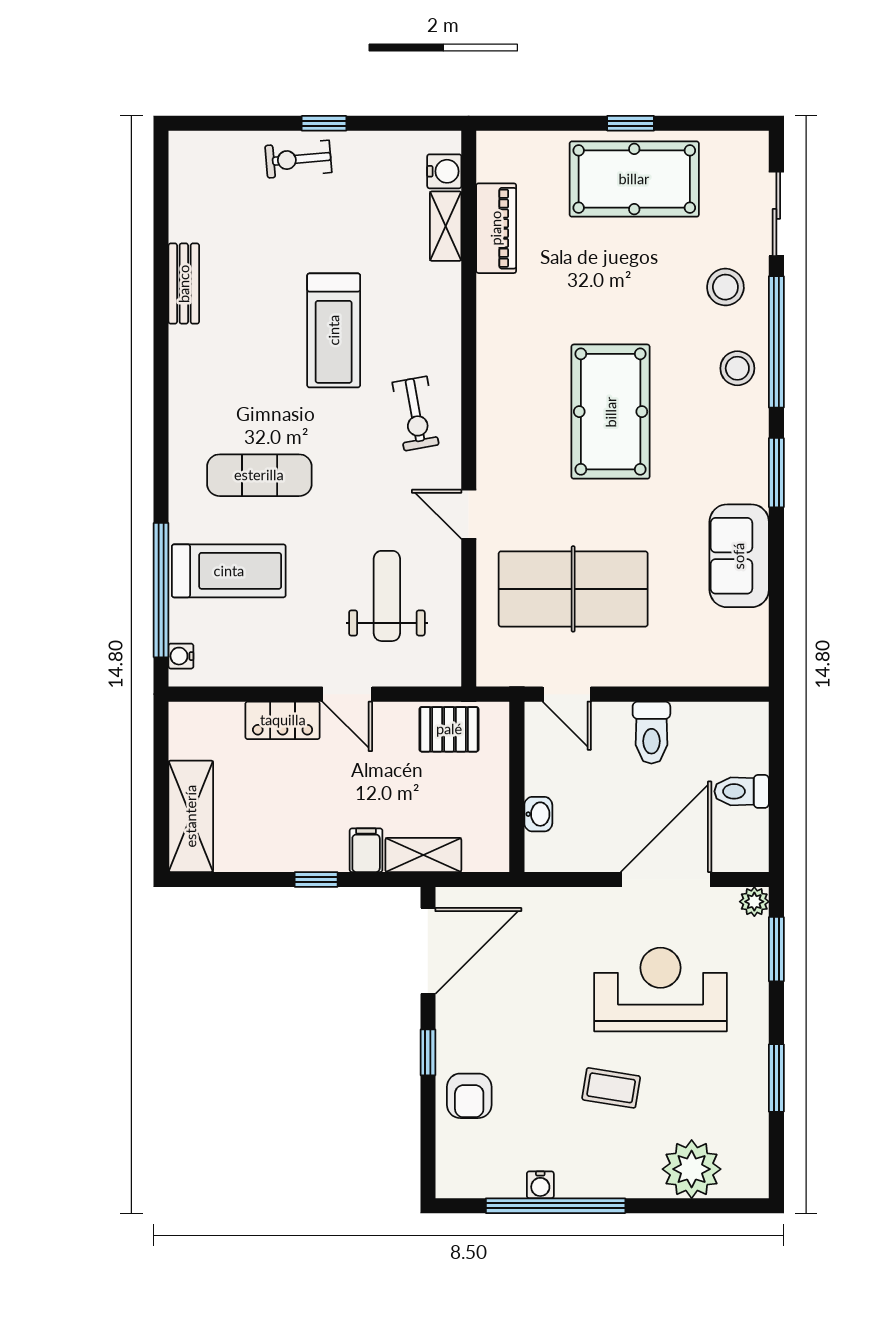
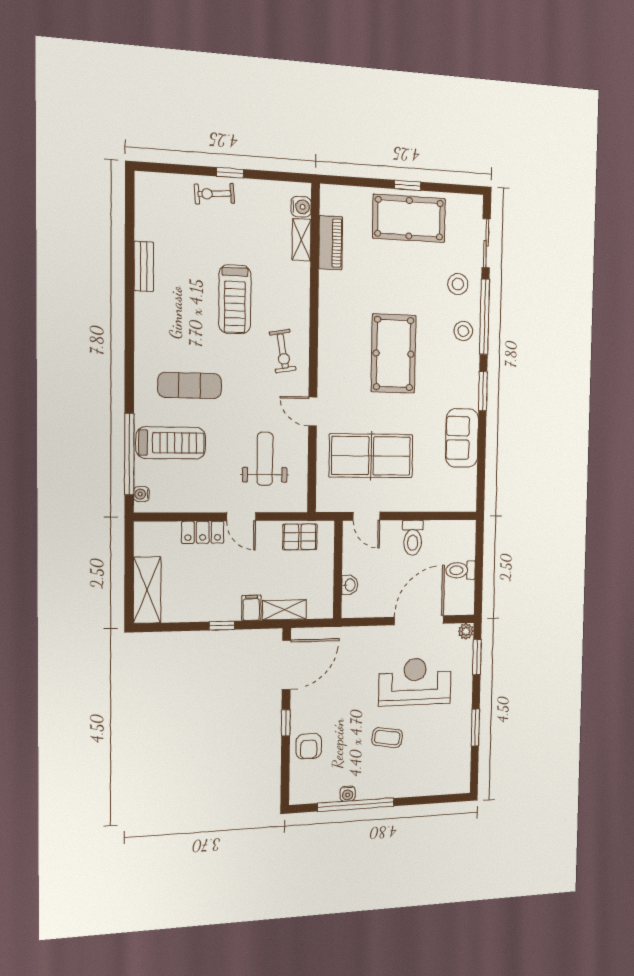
plant: (692, 1169) -> (430, 780), removed

